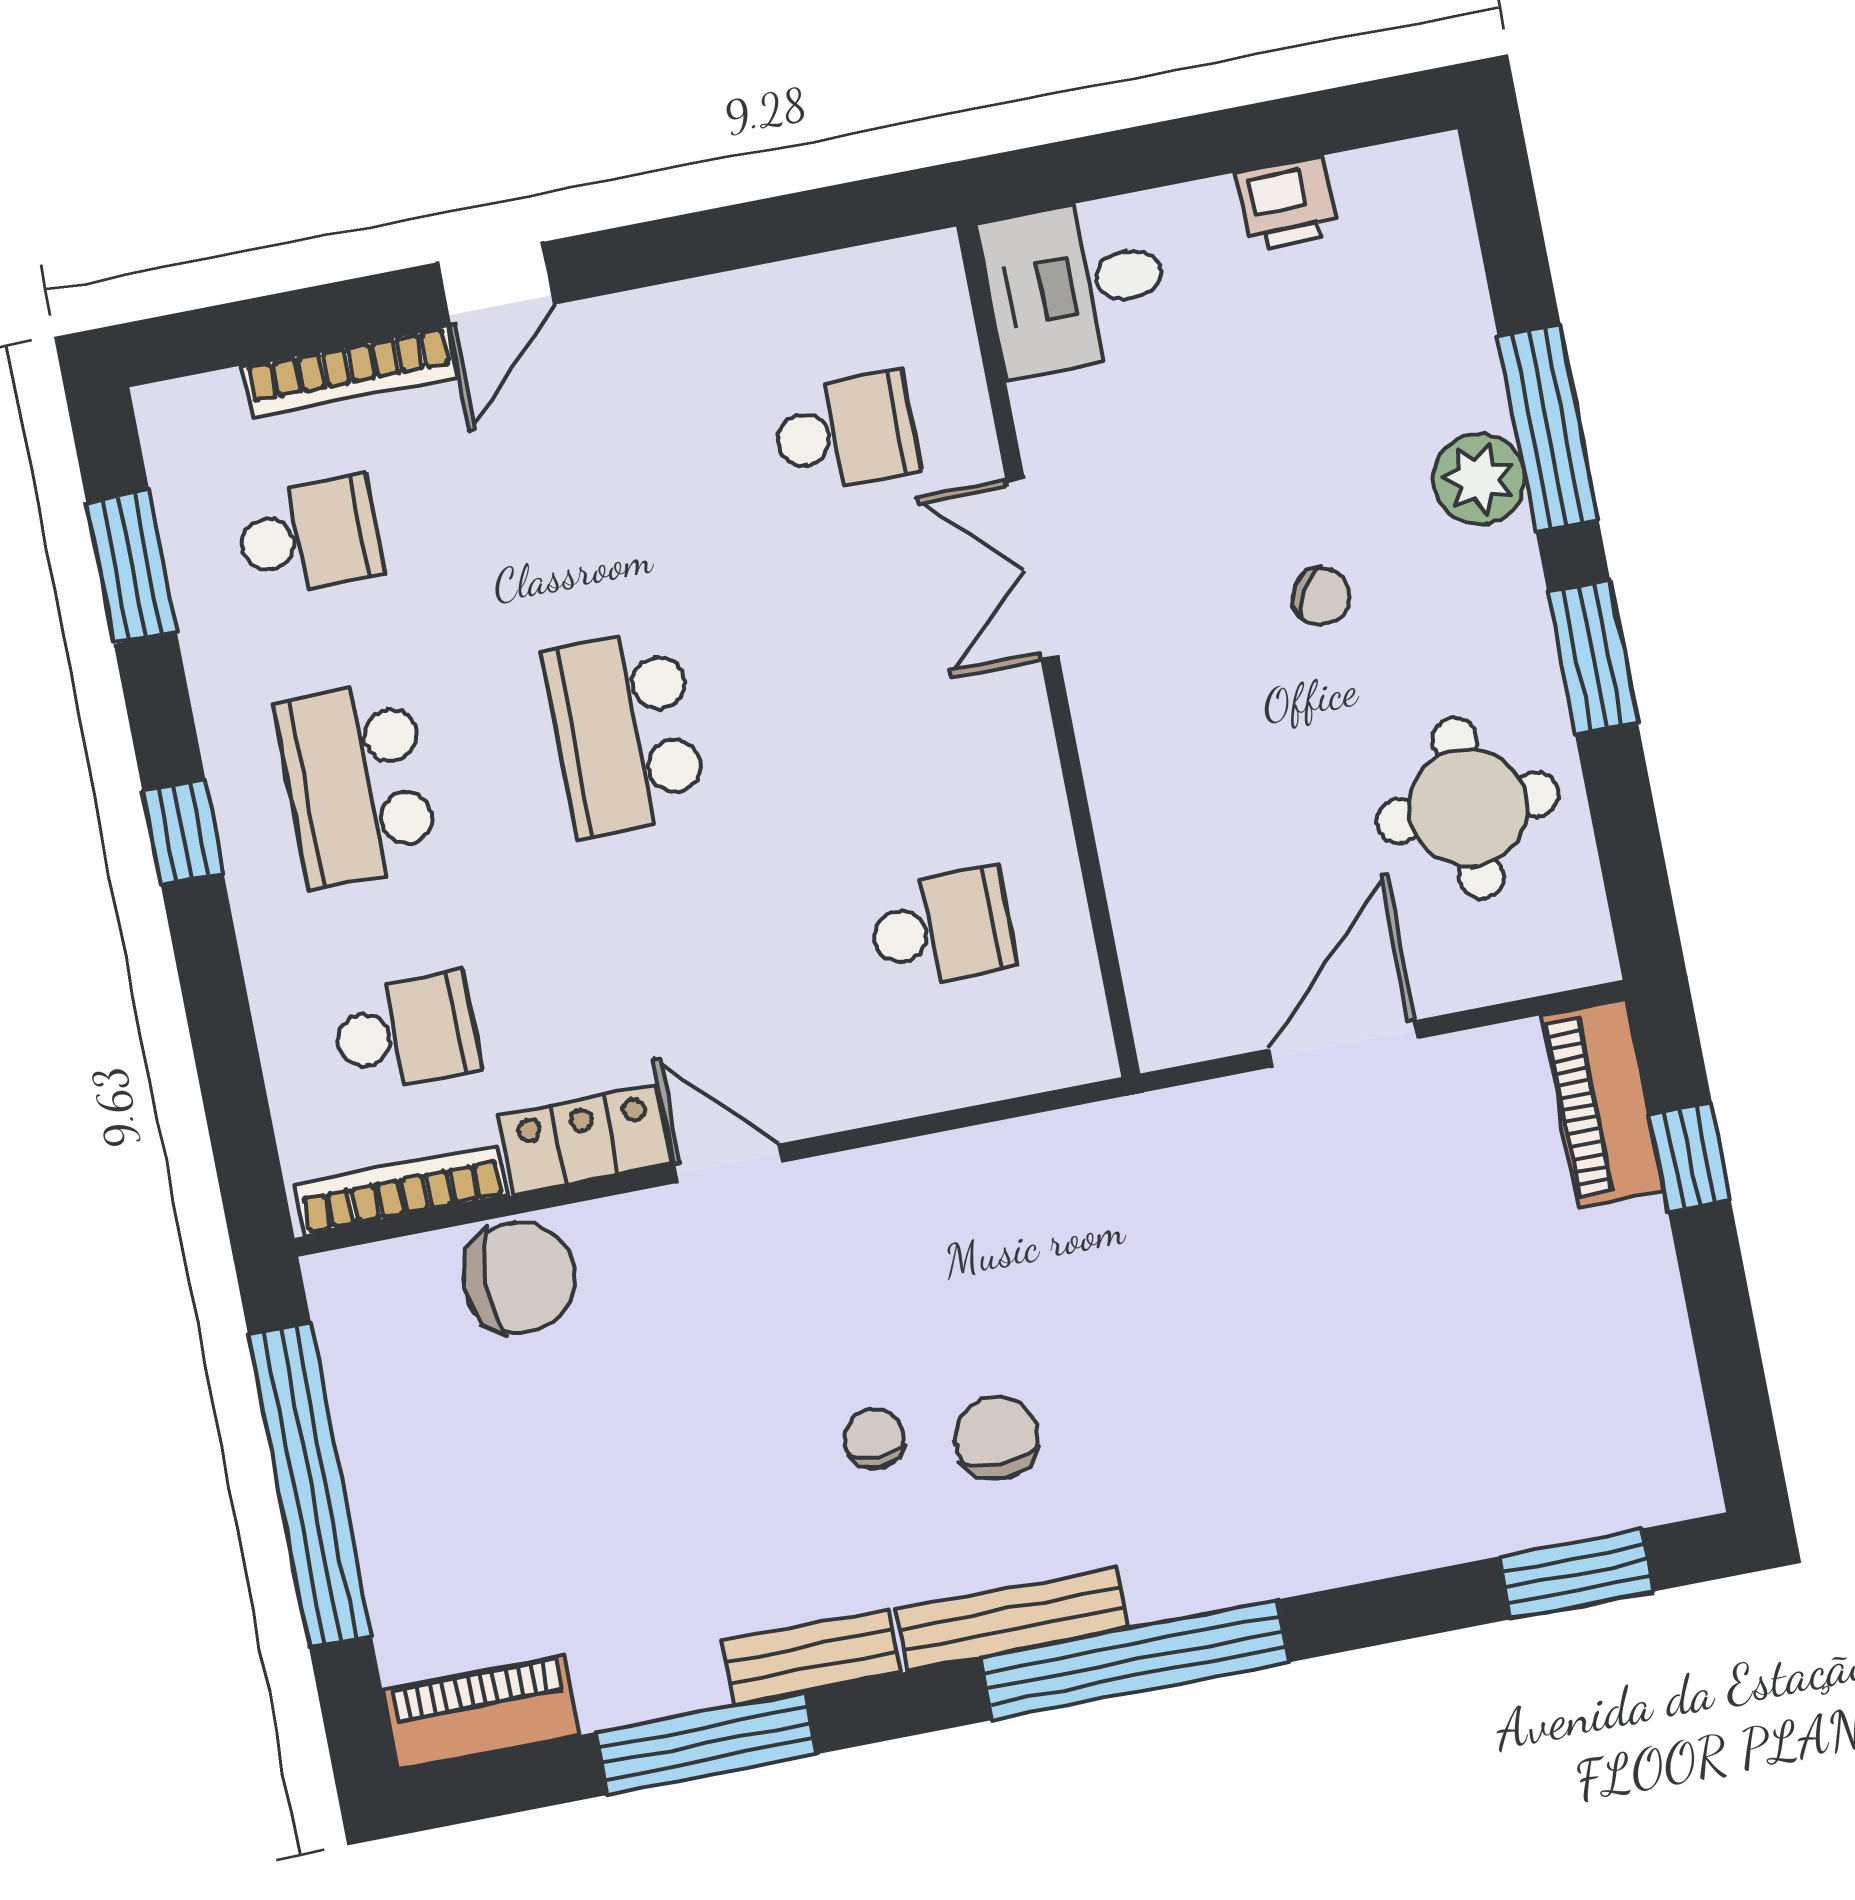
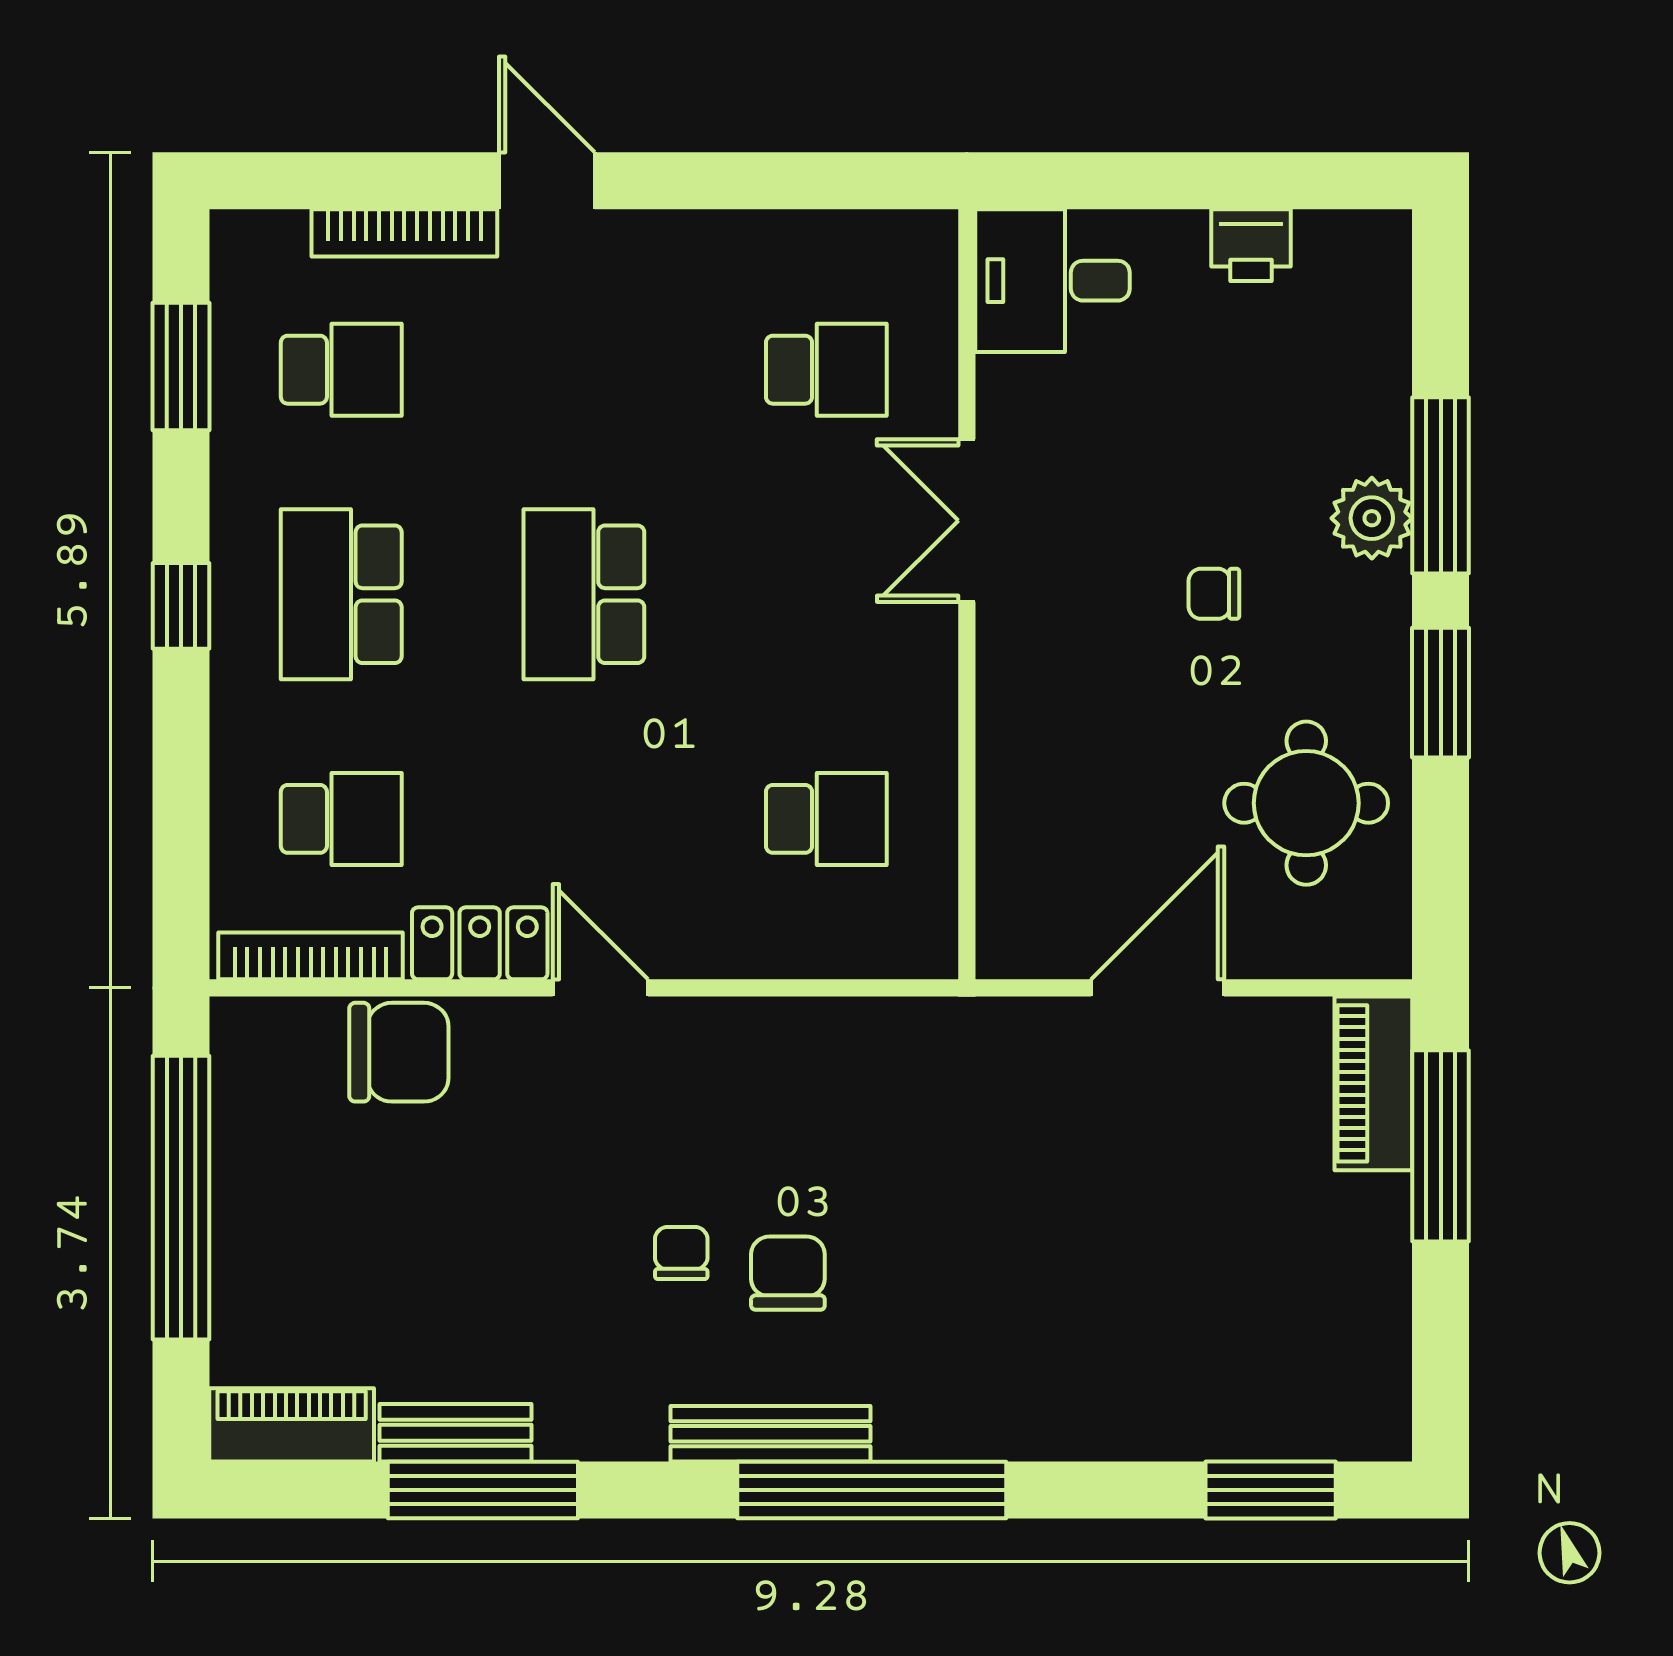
door: (496, 284) -> (547, 181), swing flipped
chair: (1321, 596) -> (1214, 594), turned 147
window: (1690, 1157) -> (1441, 1146), width x2.17
bench: (811, 1657) -> (456, 1433), moved

